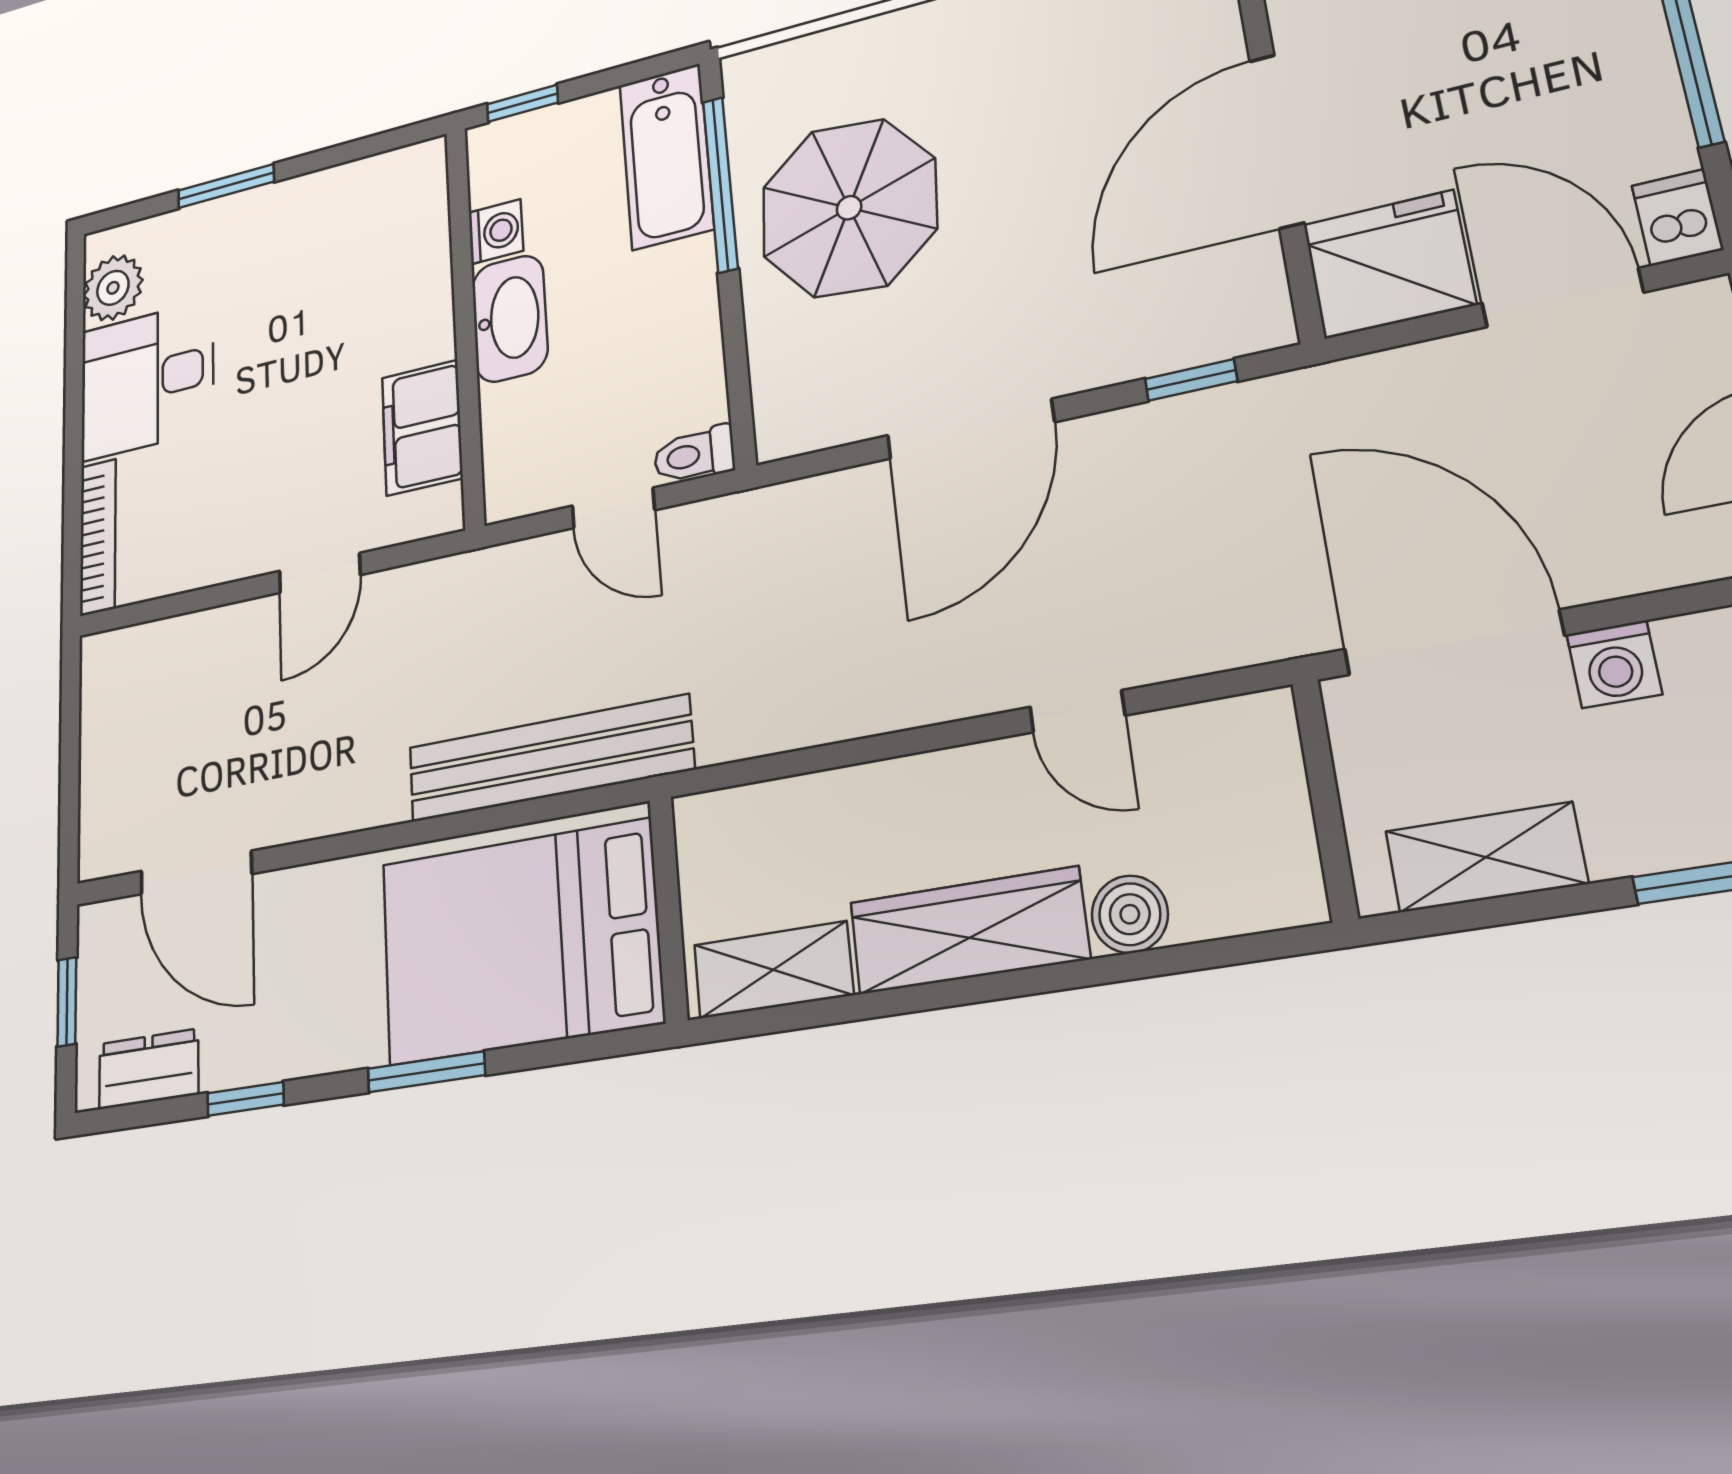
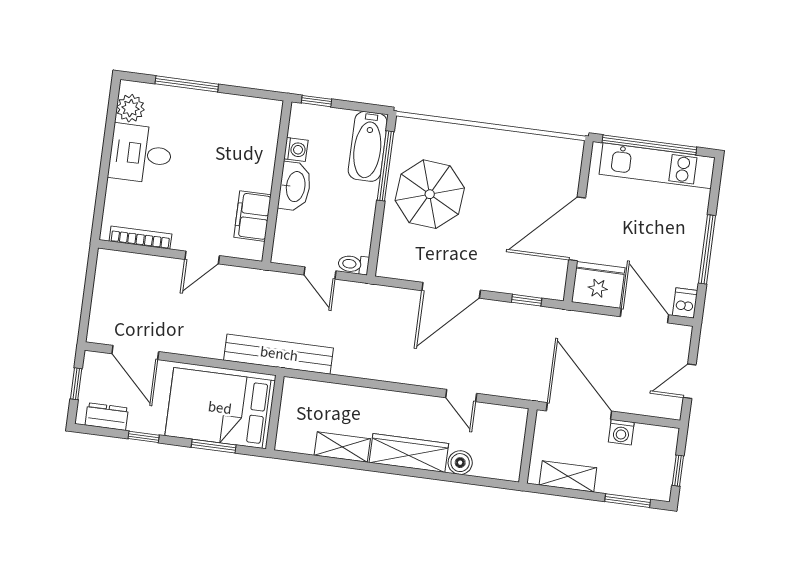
window: (226, 186) -> (187, 84), width x1.44
bookcase: (98, 537) -> (140, 238), moved, turned -90
wall: (668, 909) -> (275, 413), moved
bed: (520, 942) -> (220, 408), moved

